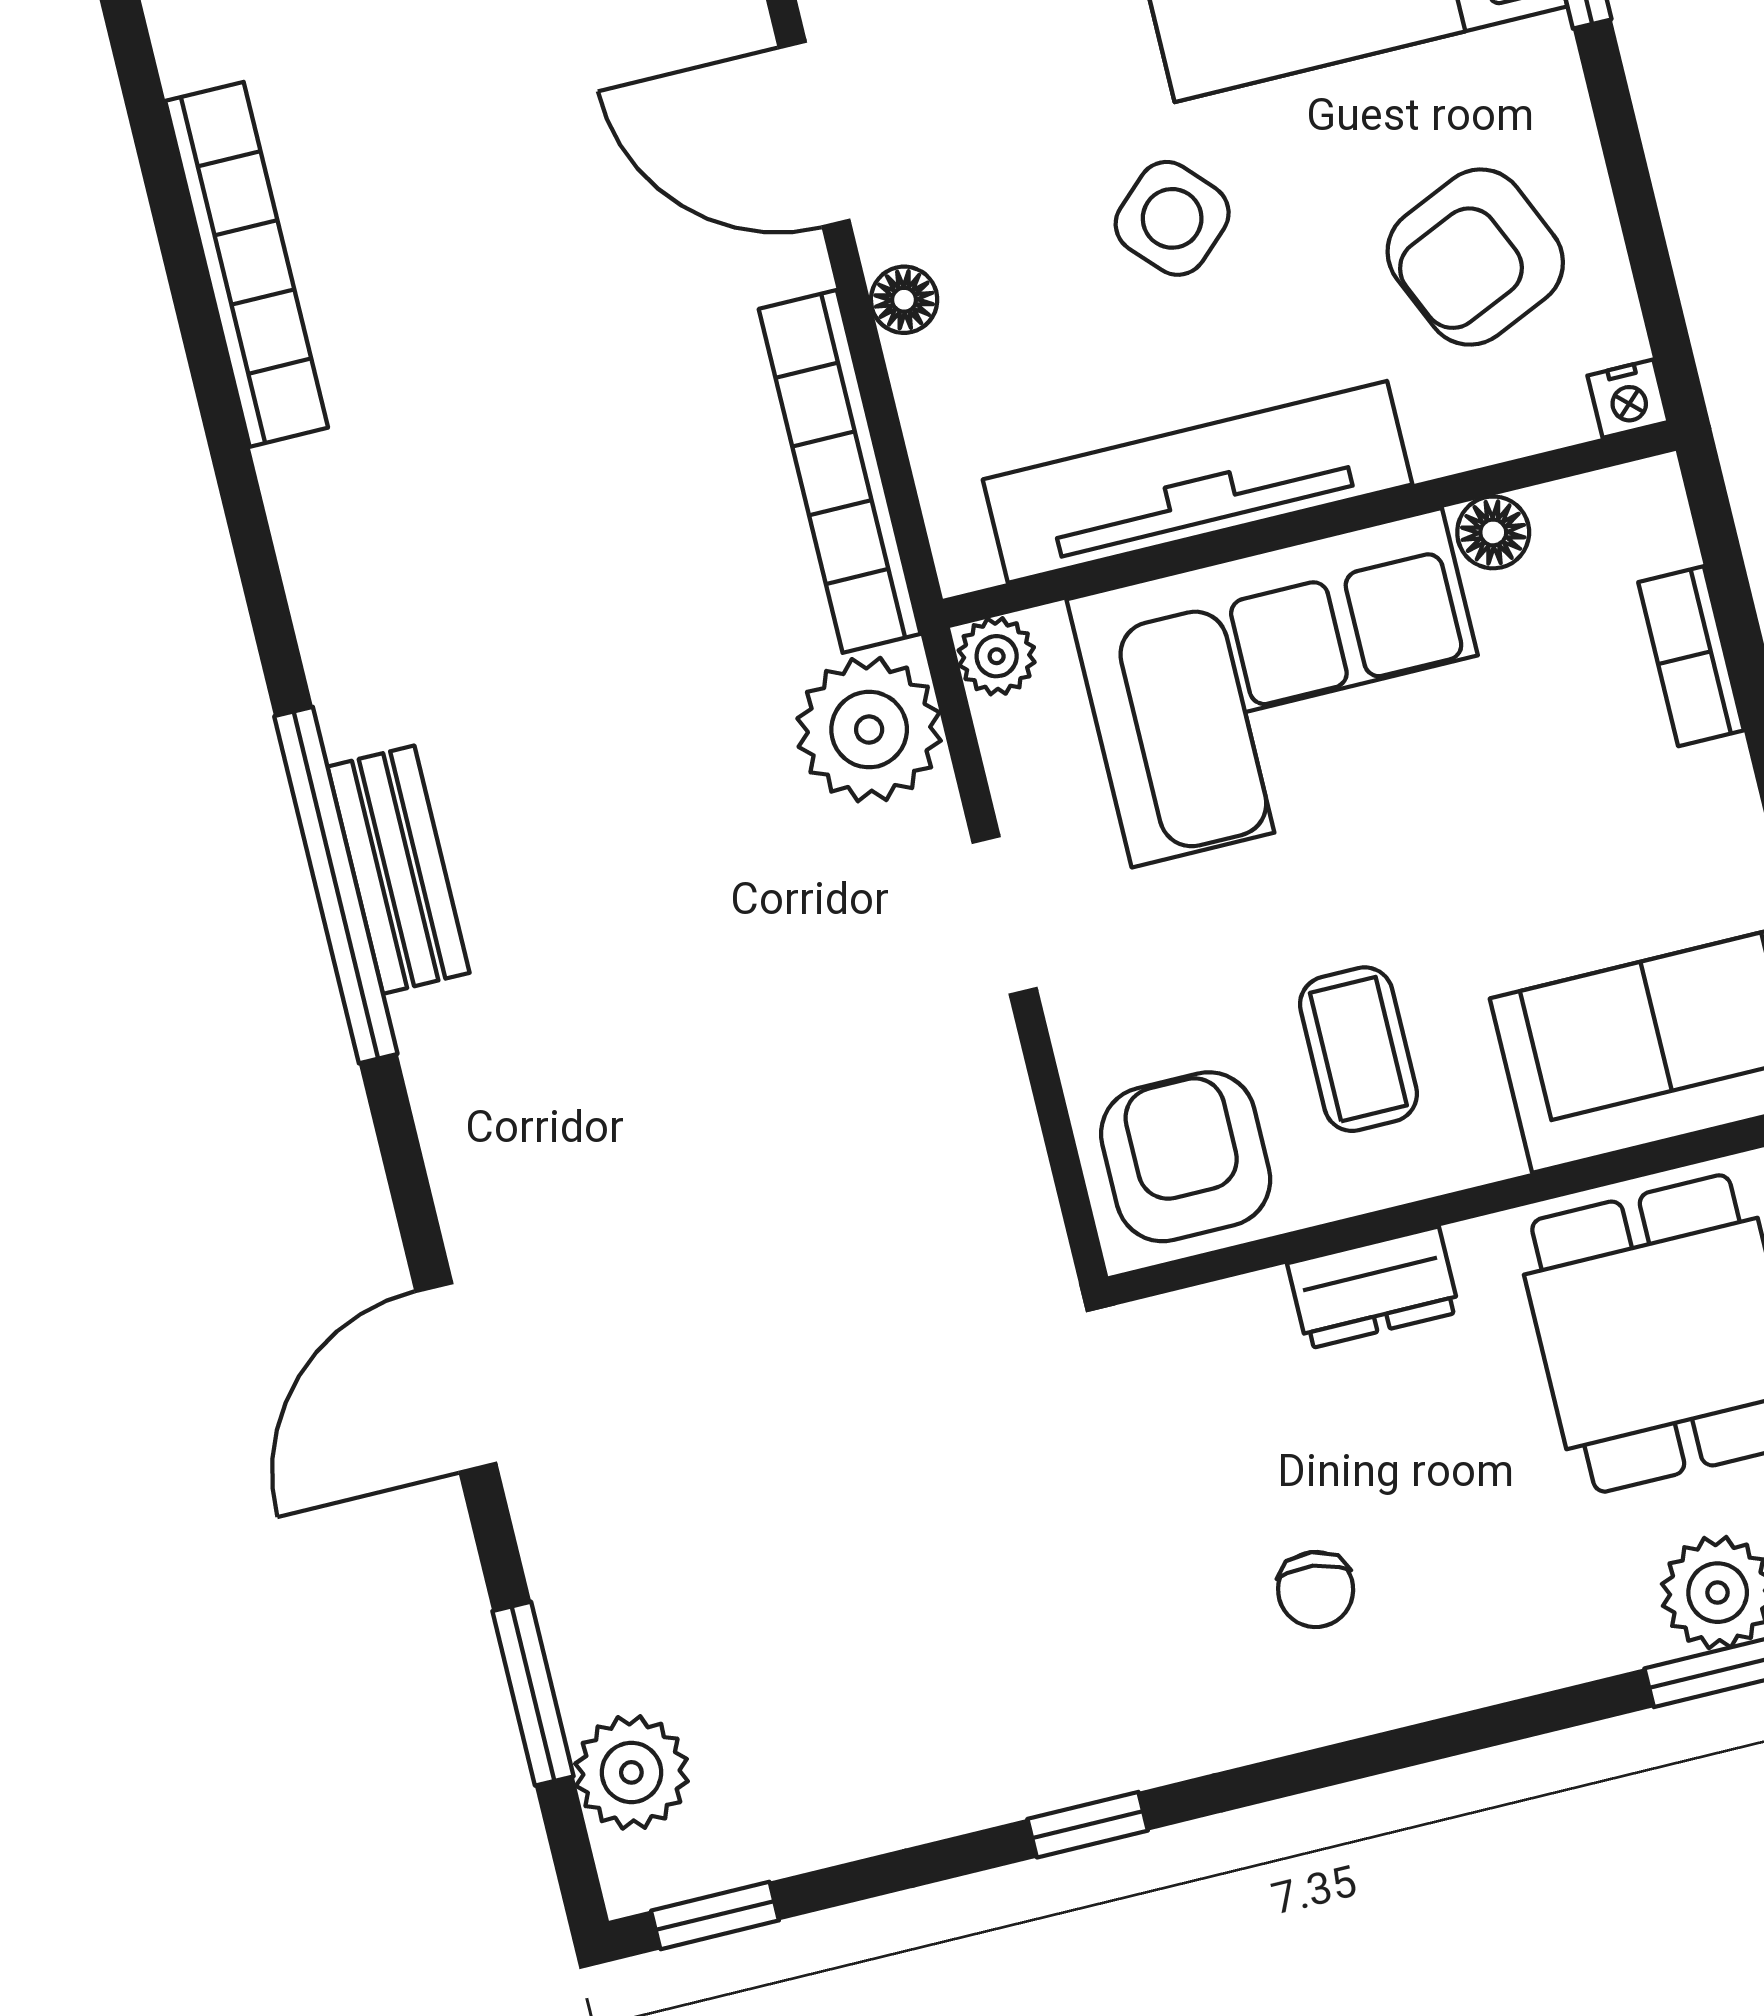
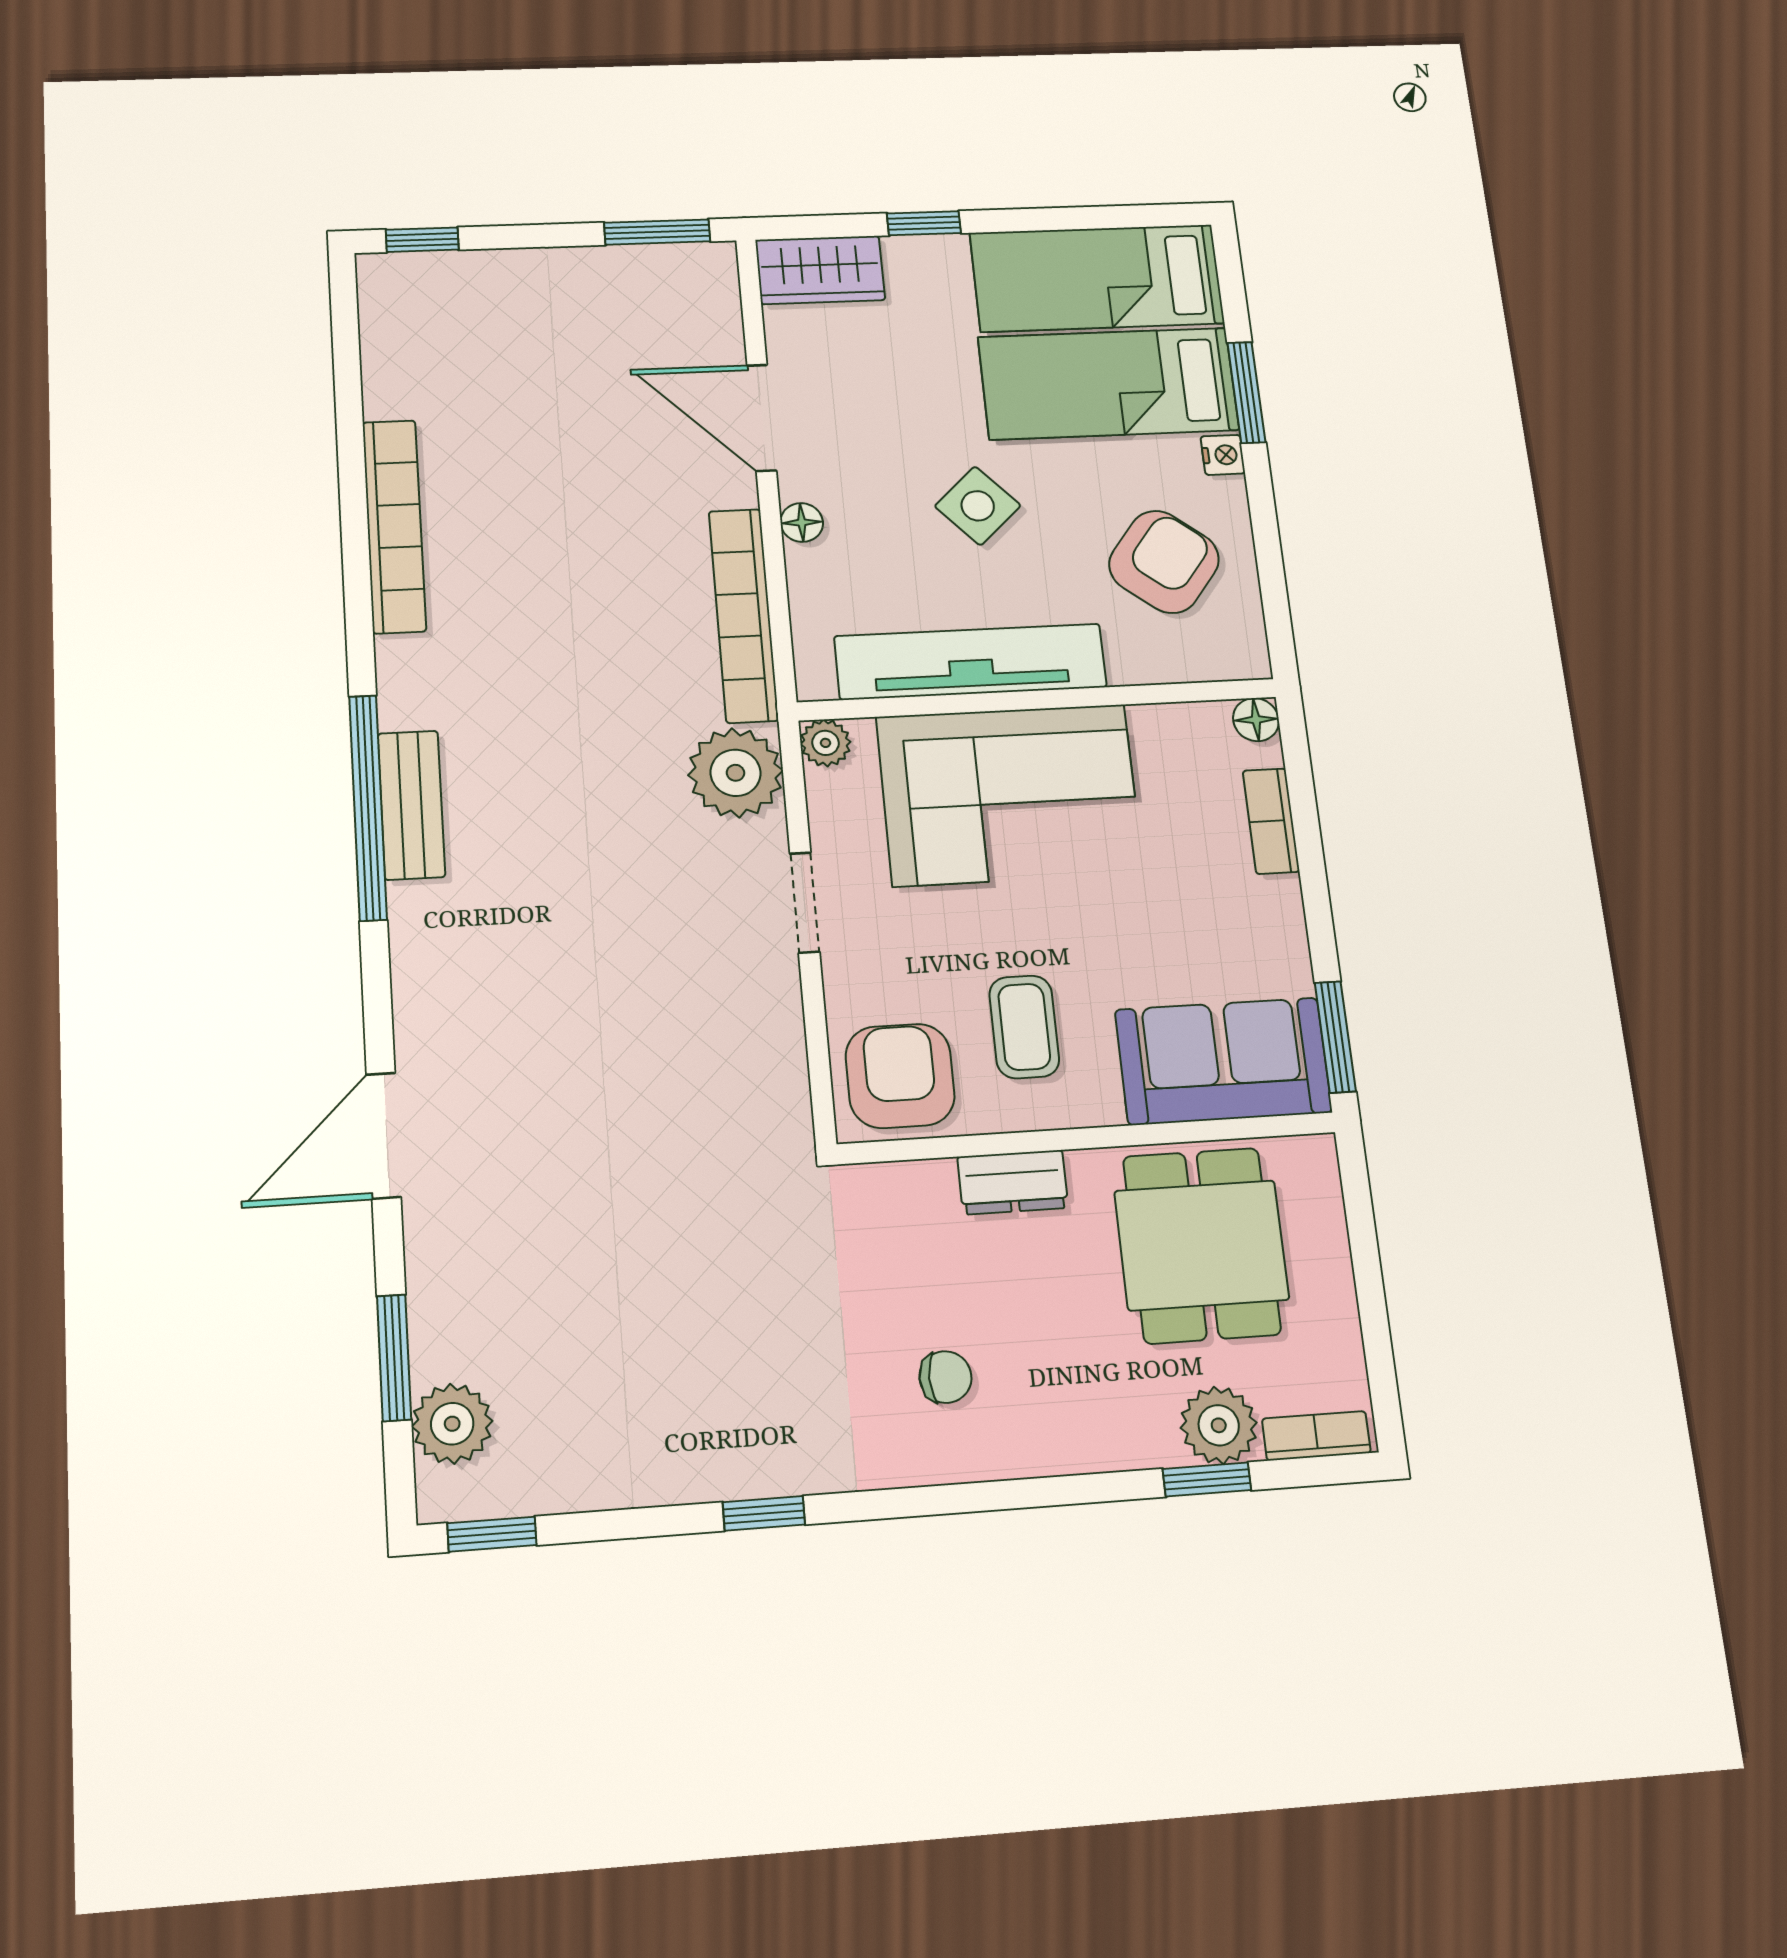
armchair: (1475, 257) -> (1164, 562), turned 152
bookcase: (247, 264) -> (394, 526), moved
nightstand: (1628, 399) -> (1223, 455), moved, turned -90
floor lamp: (1493, 532) -> (1256, 720), moved
chair: (1316, 1590) -> (945, 1377), turned -97

